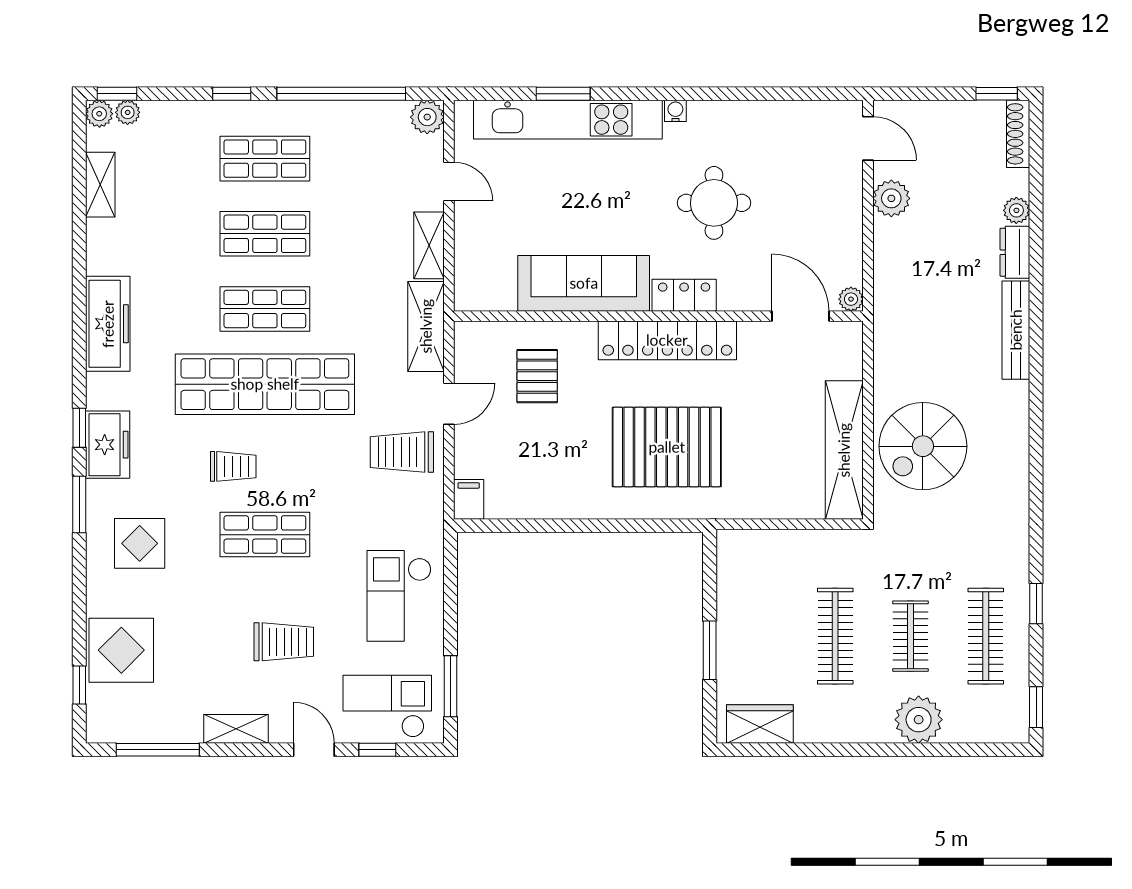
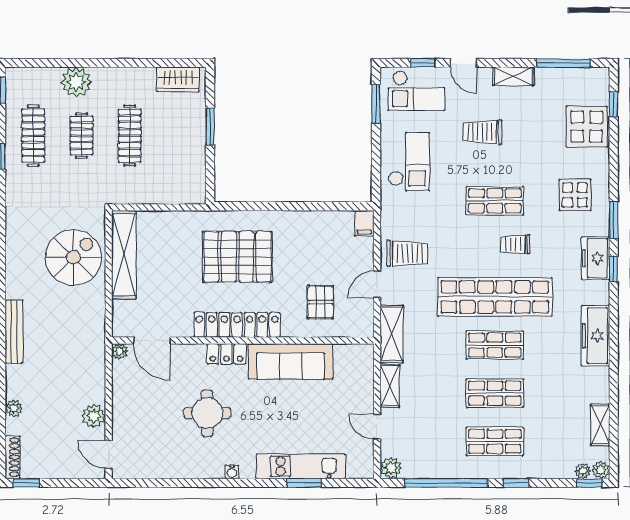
kitchen unit: (568, 120) -> (301, 466), width x0.73
dresser: (1015, 252) -> (15, 381), removed

